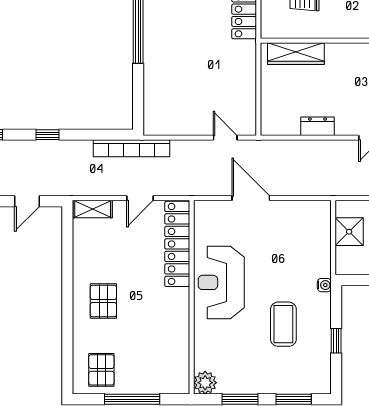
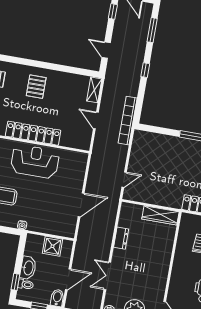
wardrobe: (296, 54) -> (160, 215), moved, turned -90
door: (251, 198) -> (81, 205), moved
locker: (177, 244) -> (33, 133), moved
pallet: (103, 301) -> (36, 87), turned 90

